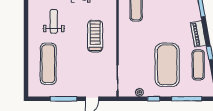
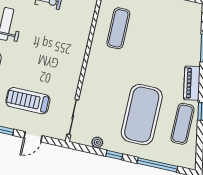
treadmill: (95, 36) -> (28, 101), moved, turned -90

